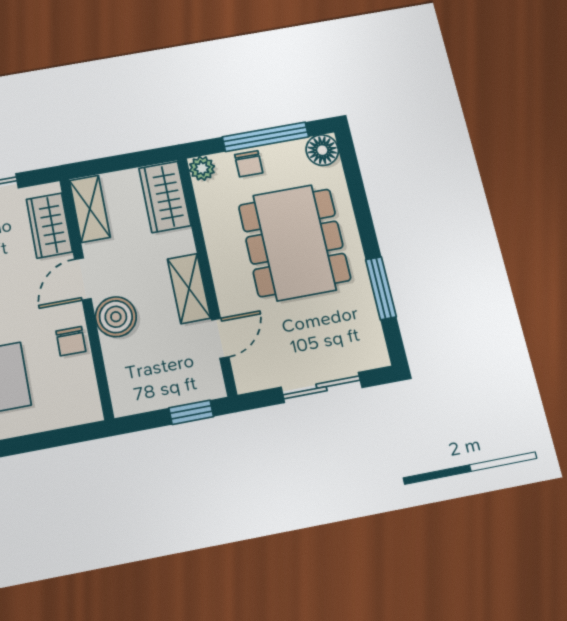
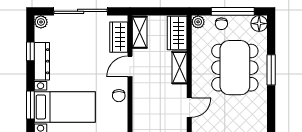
shelving: (189, 288) -> (180, 68), moved
window: (381, 288) -> (271, 70), moved
boiler: (116, 317) -> (142, 88), removed

